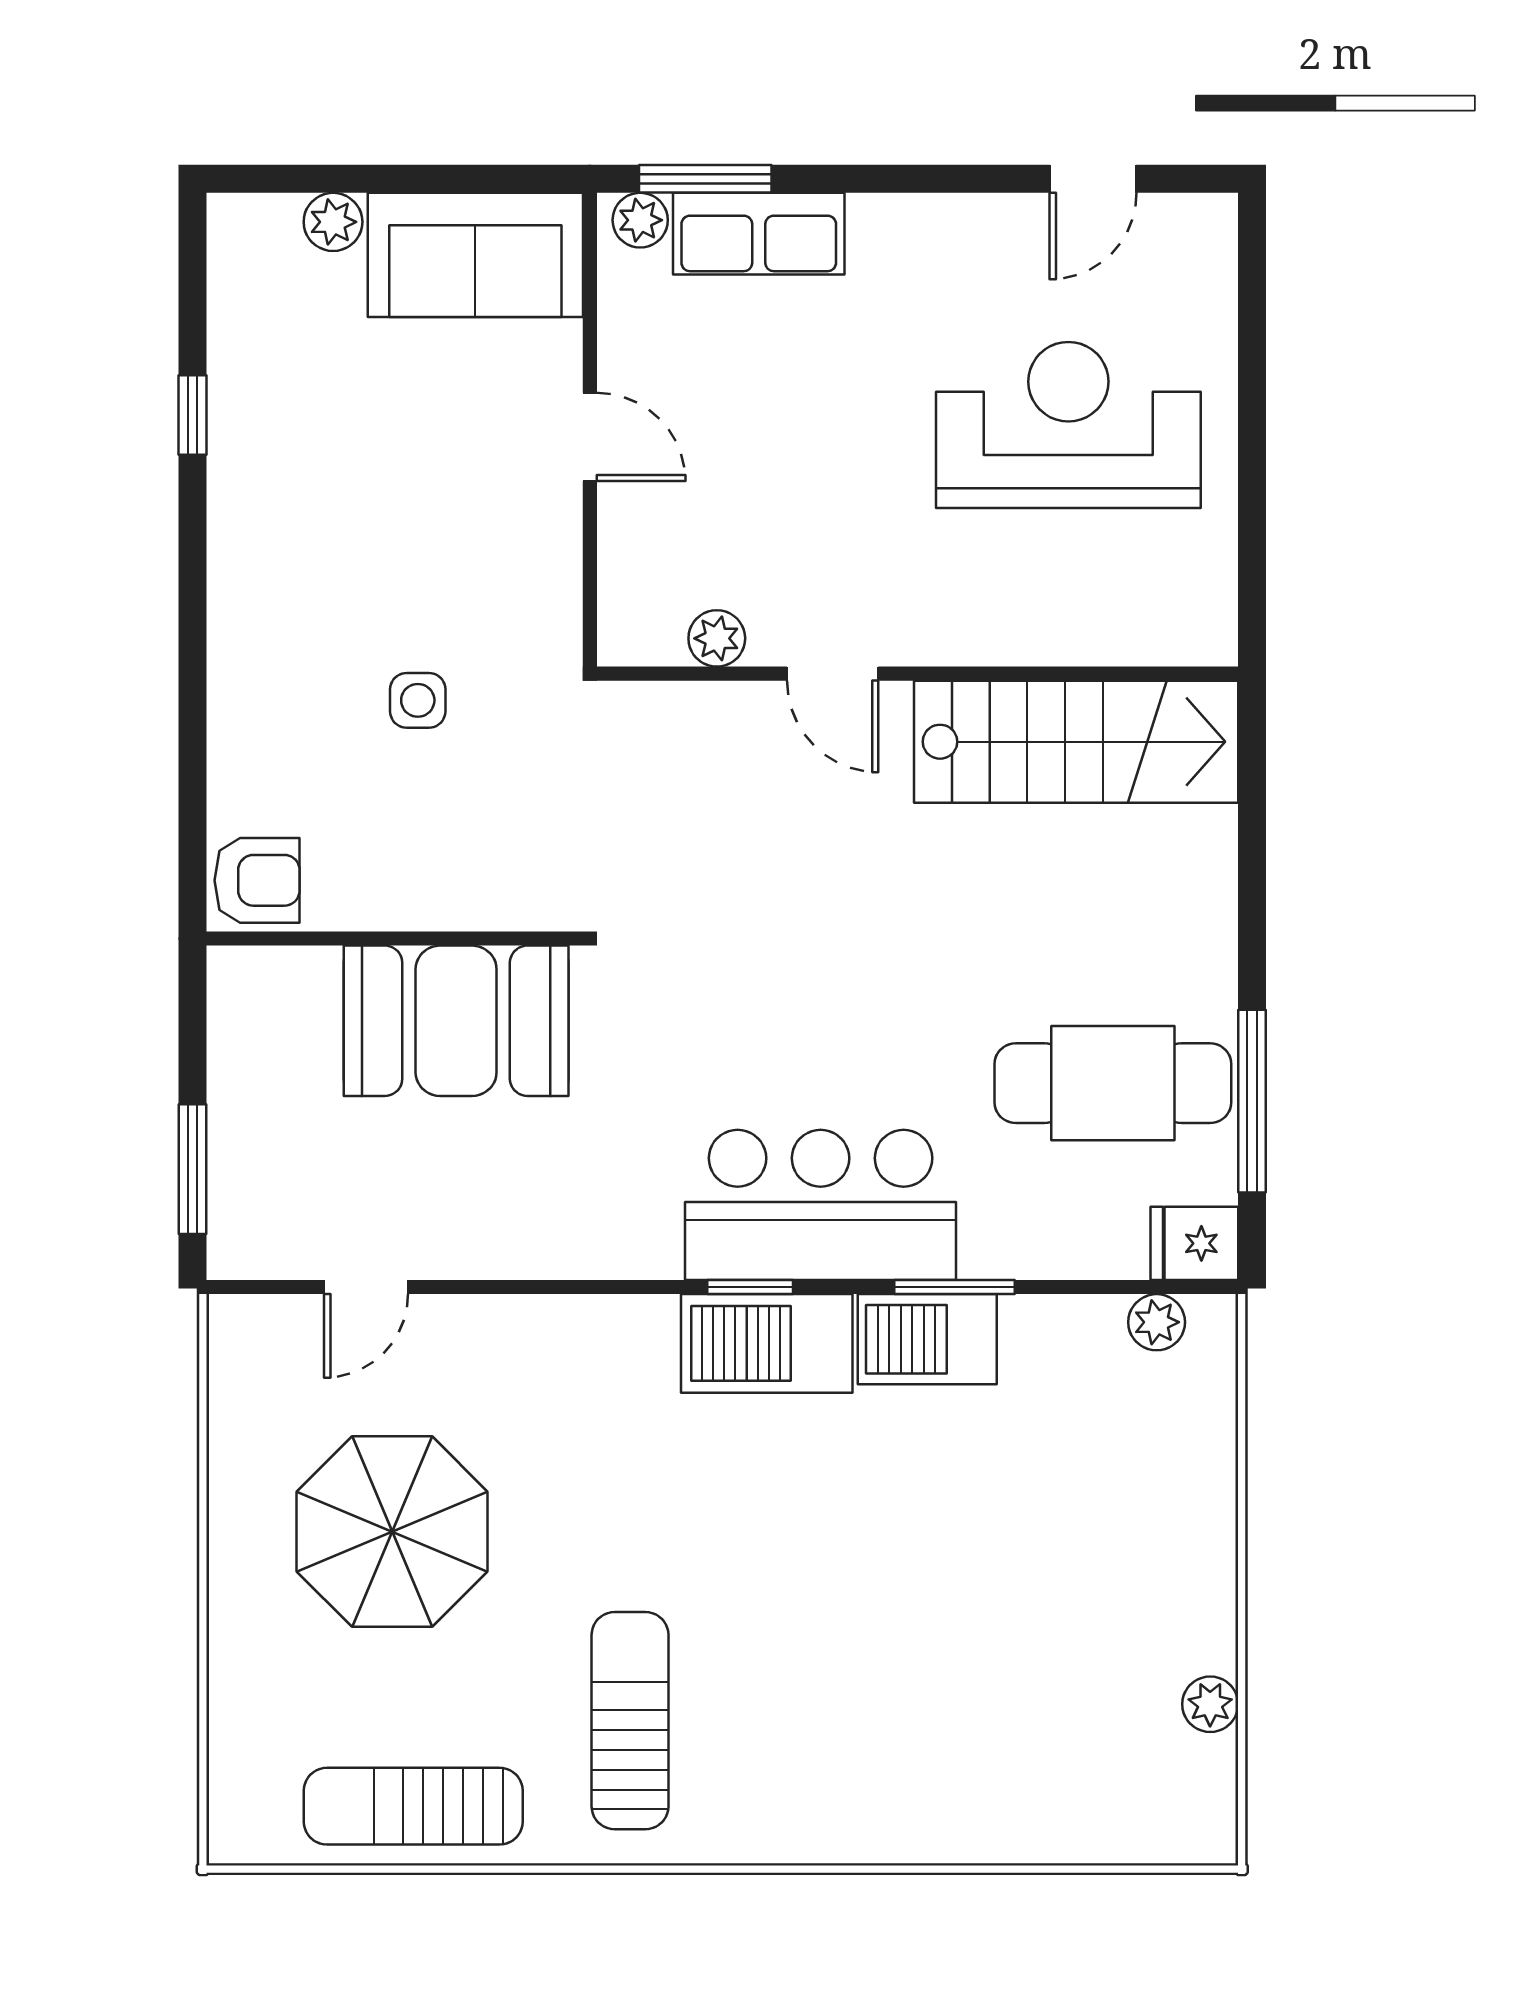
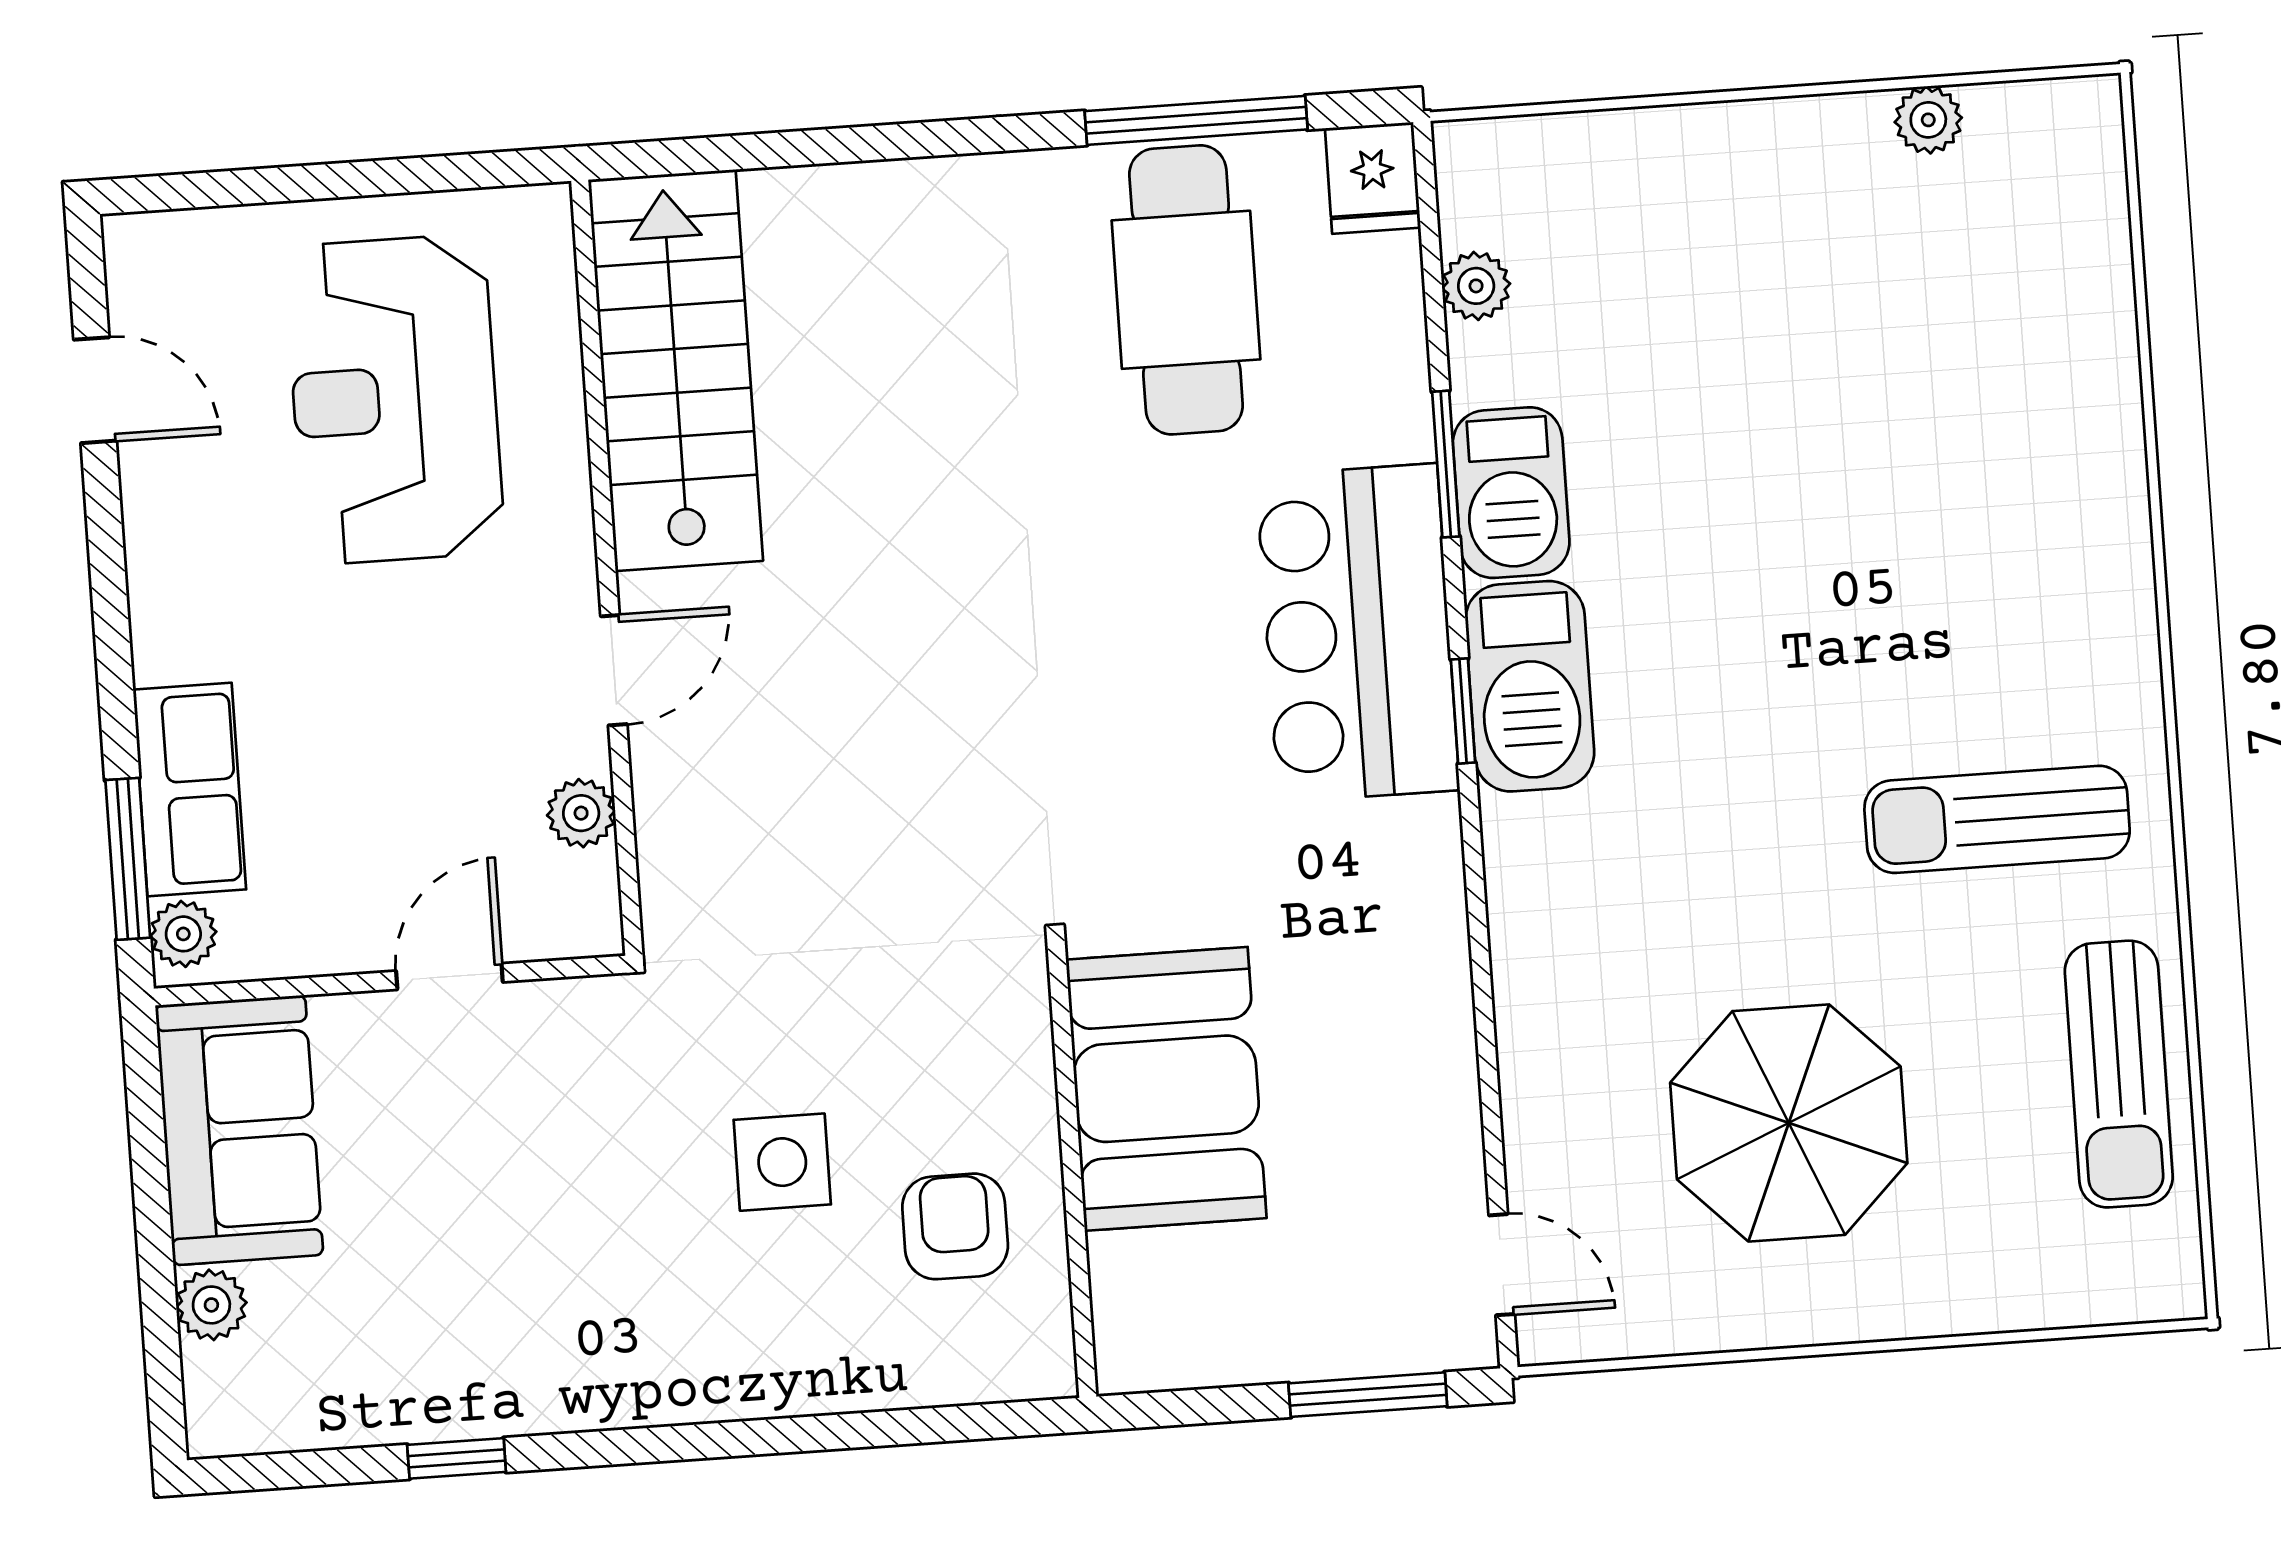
plant: (717, 638) -> (581, 813), moved
door: (833, 674) -> (614, 670), moved
wall: (917, 674) -> (607, 568), moved
side table: (418, 700) -> (782, 1162), width x1.37, depth x1.37
stairs: (1076, 742) -> (676, 370), moved
armchair: (257, 880) -> (955, 1226), moved
door: (366, 1287) -> (1502, 1265), moved
plant: (1157, 1322) -> (1476, 286), moved

